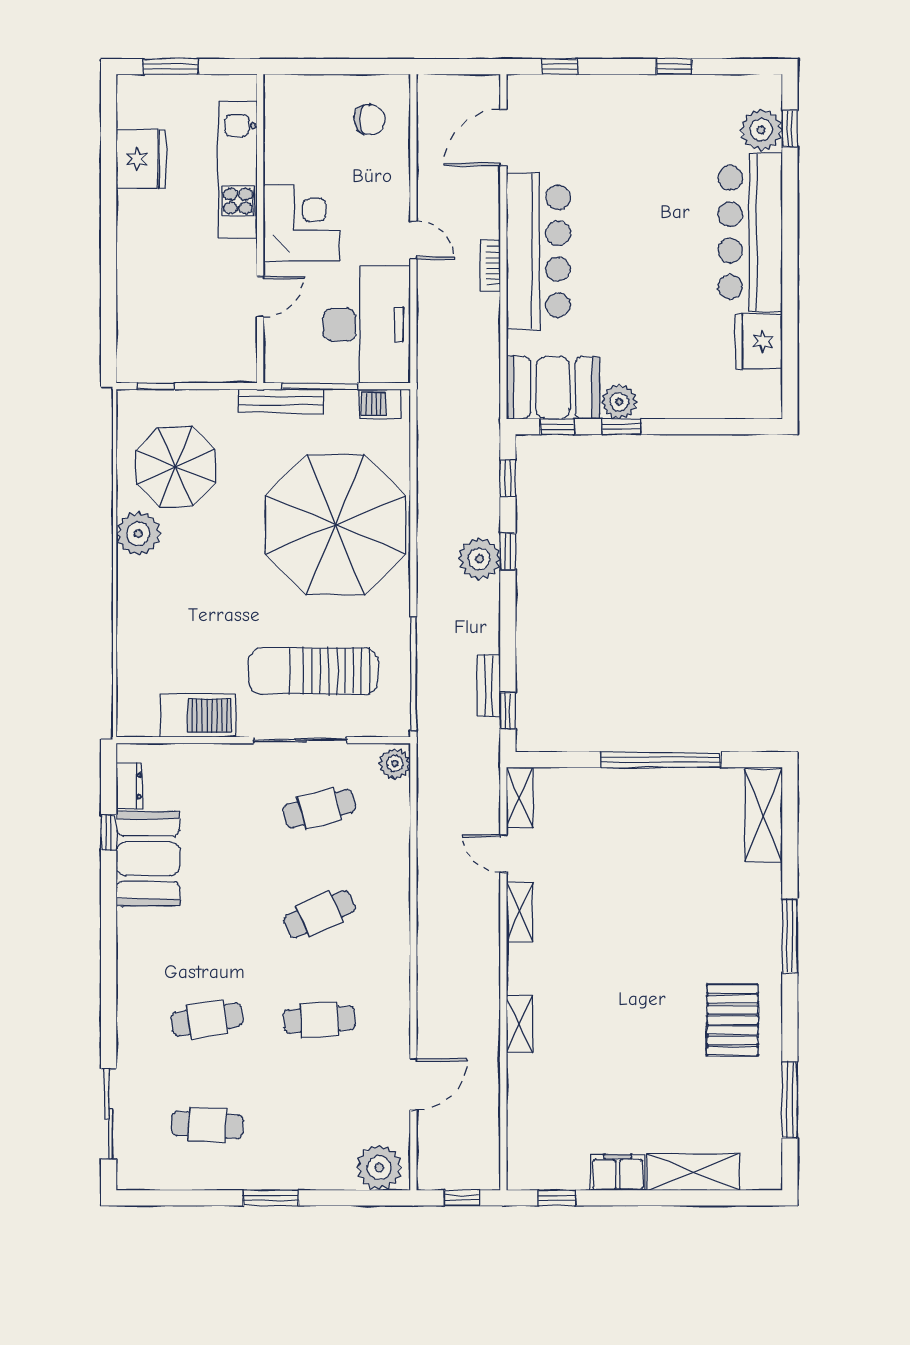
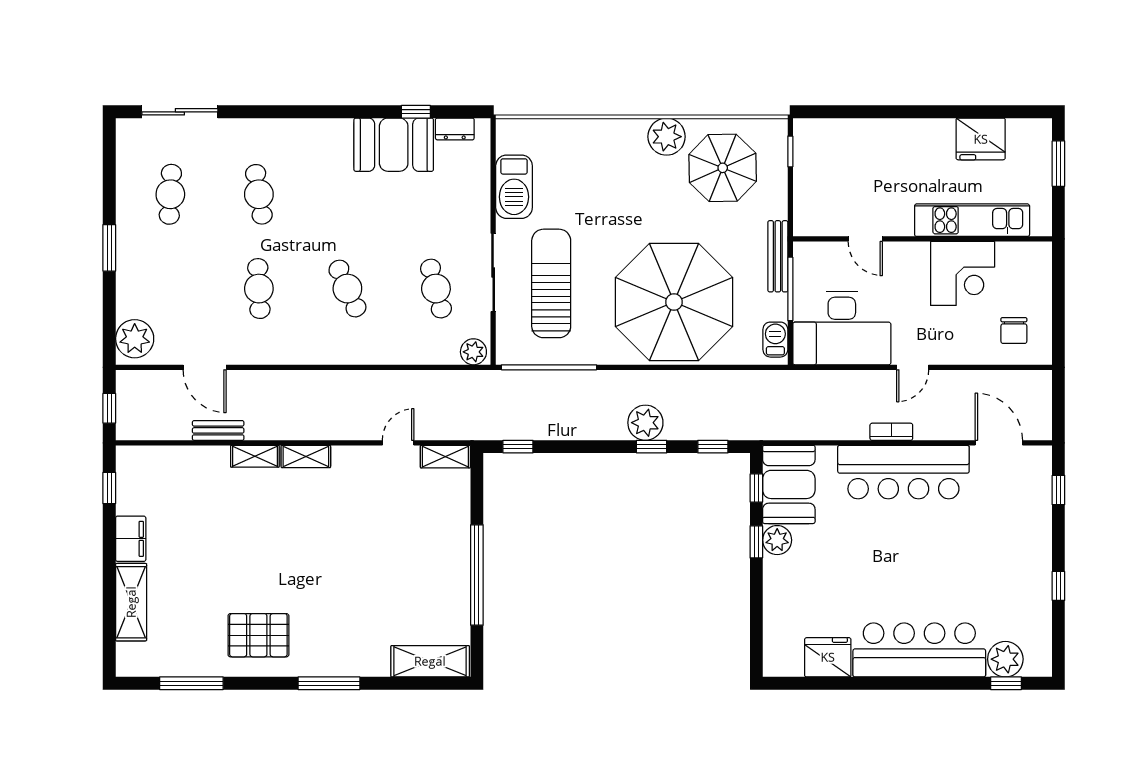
corner desk: (301, 223) -> (963, 273), moved
bench: (489, 686) -> (218, 430), moved
shelving: (520, 912) -> (306, 456), moved

